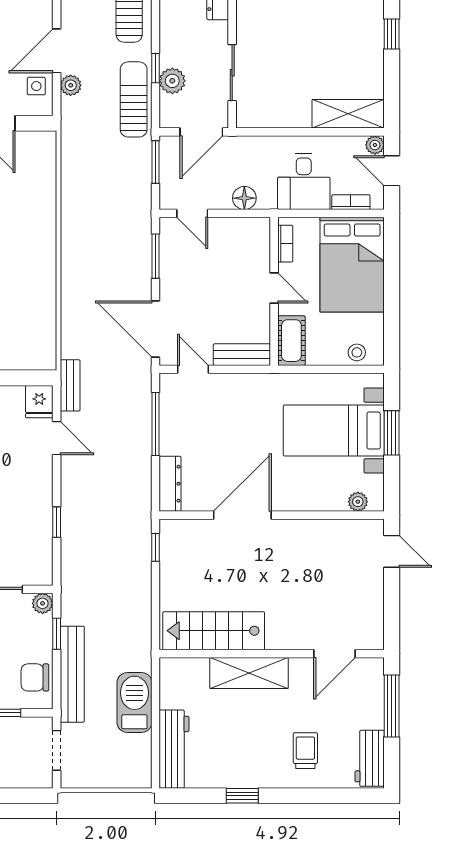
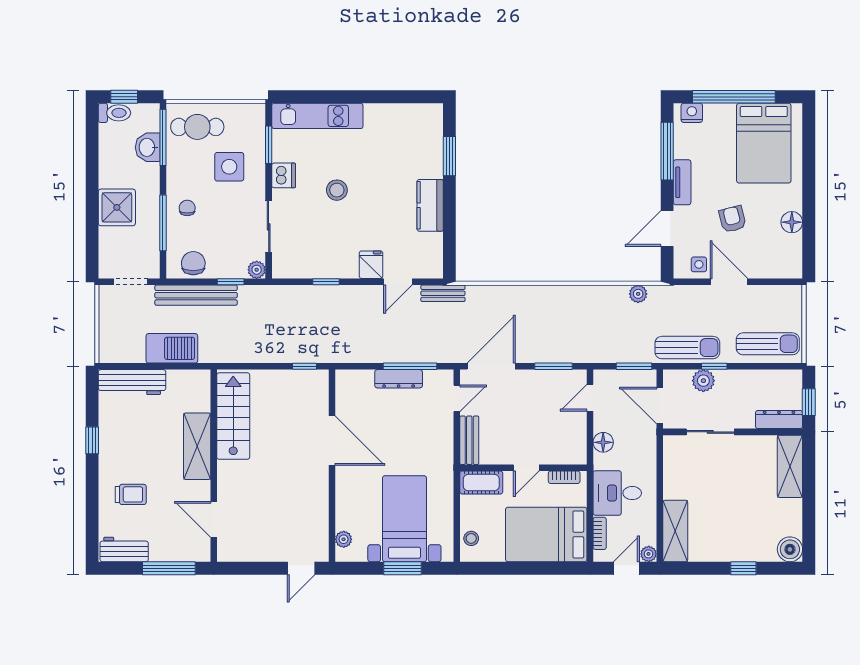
plant: (71, 85) -> (638, 294), moved
fridge: (39, 402) -> (371, 265), moved, turned 90
dresser: (170, 484) -> (399, 379), moved

